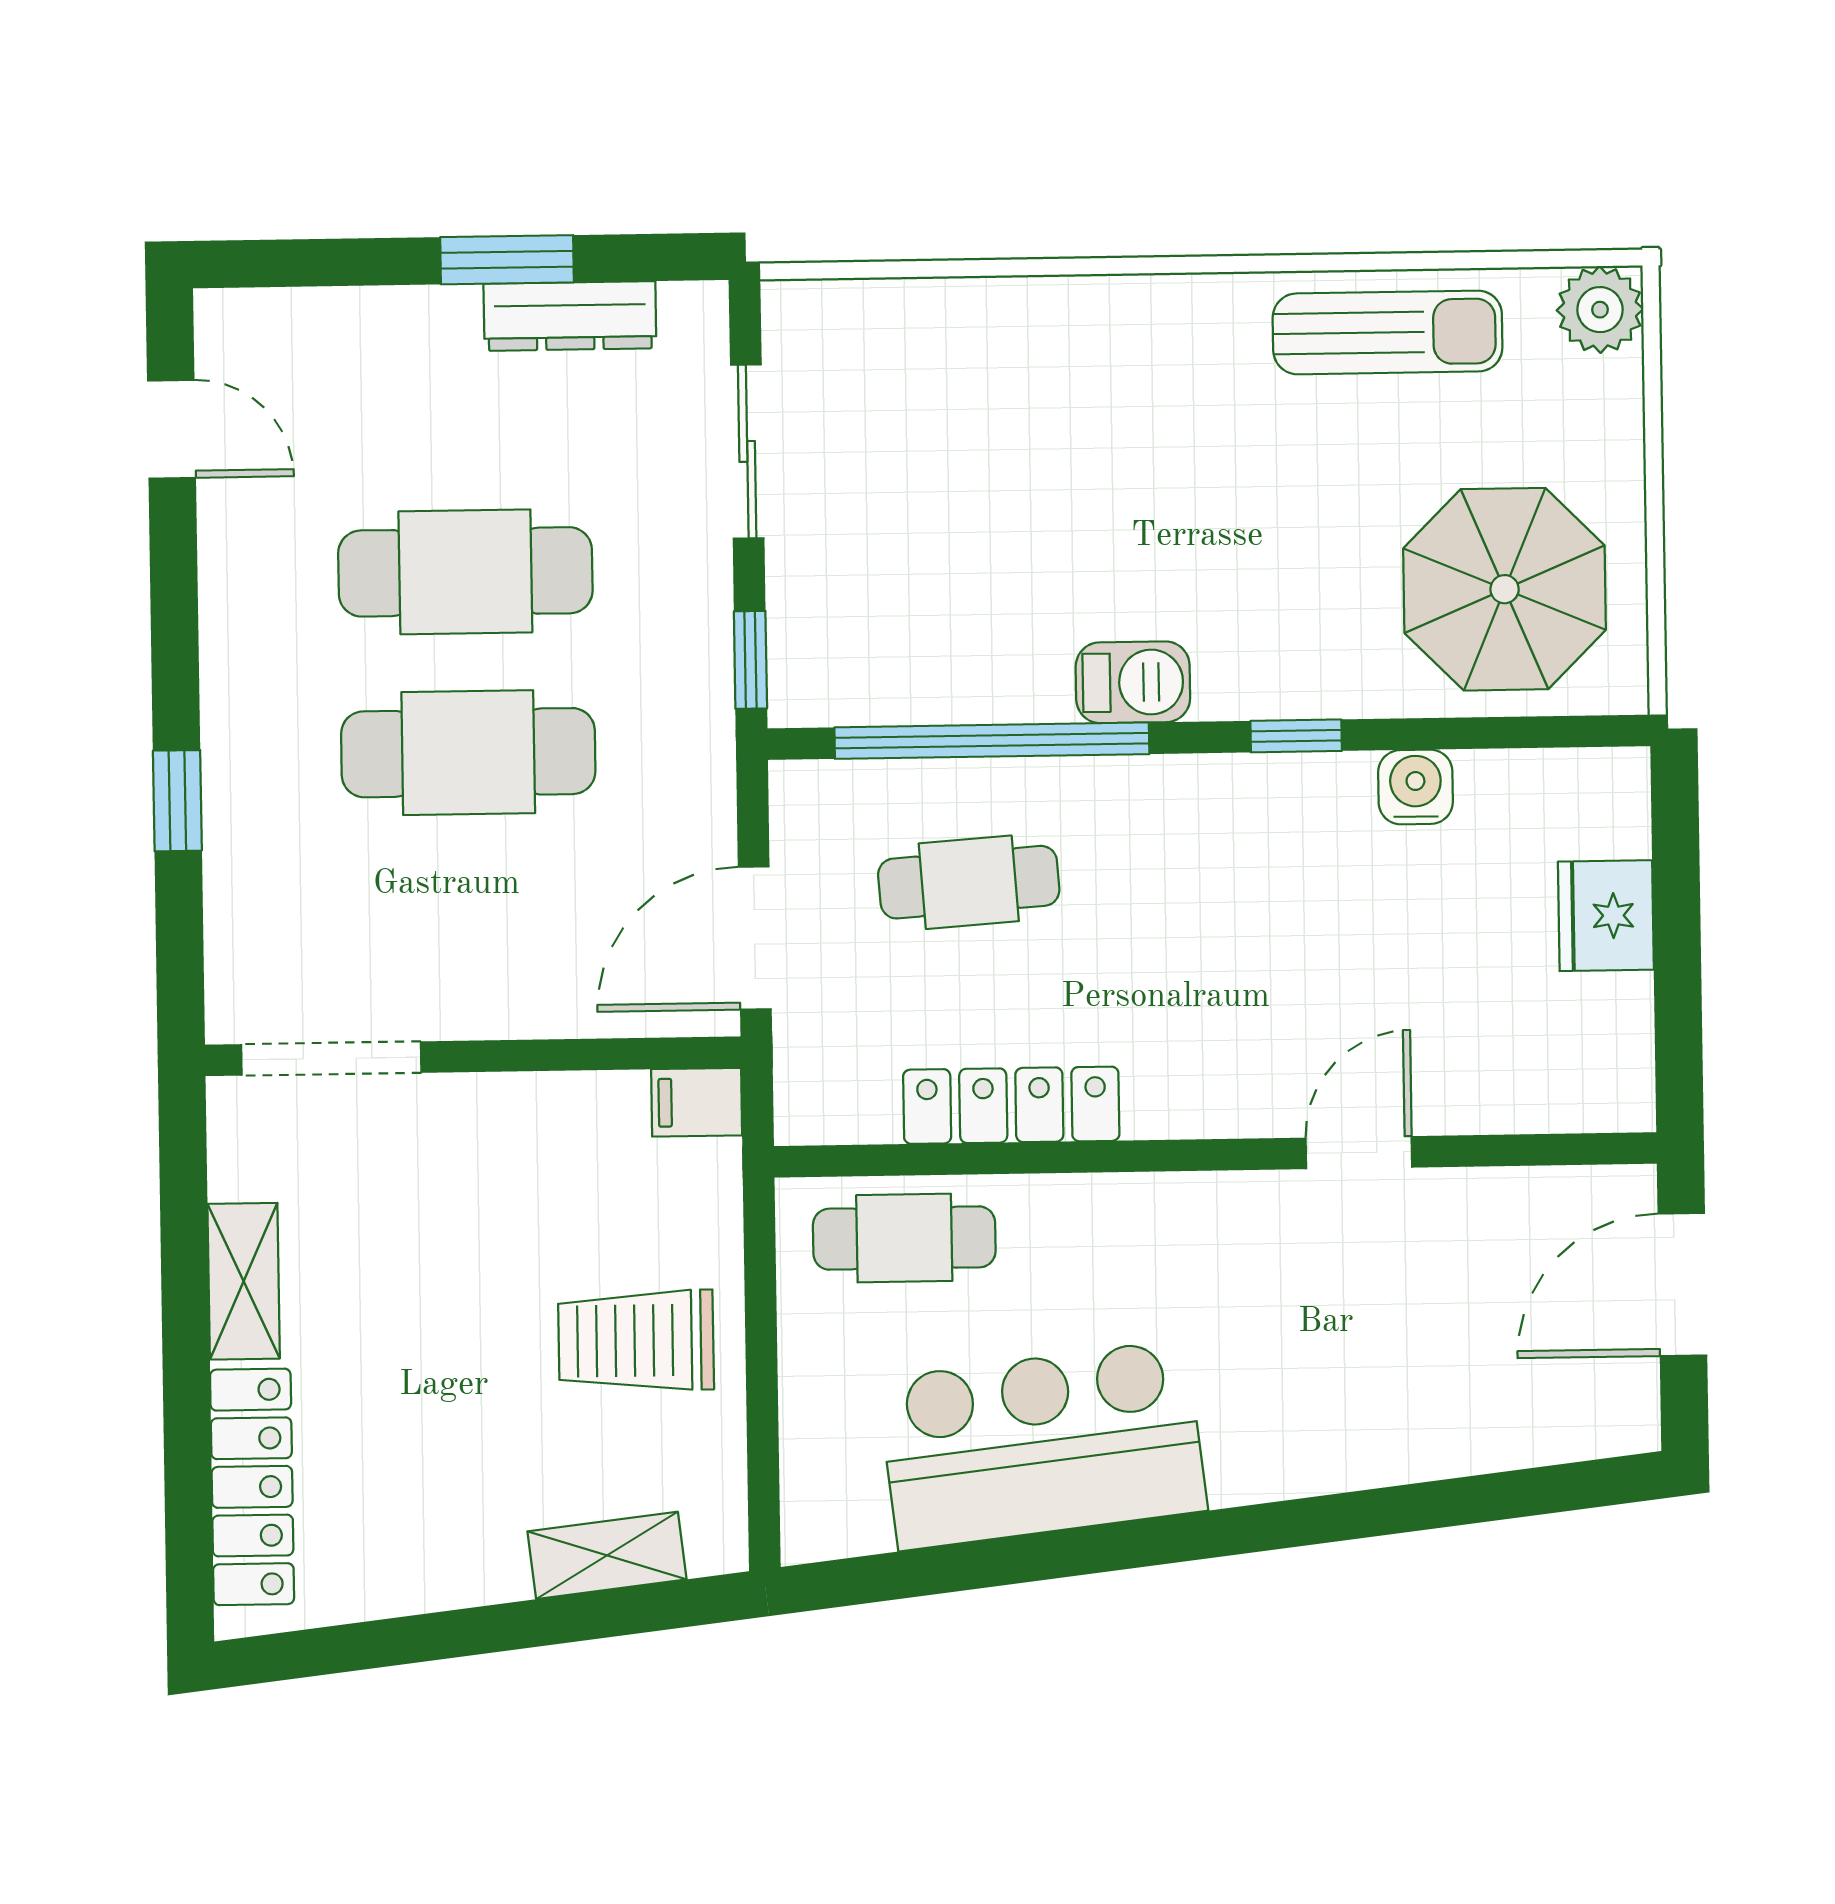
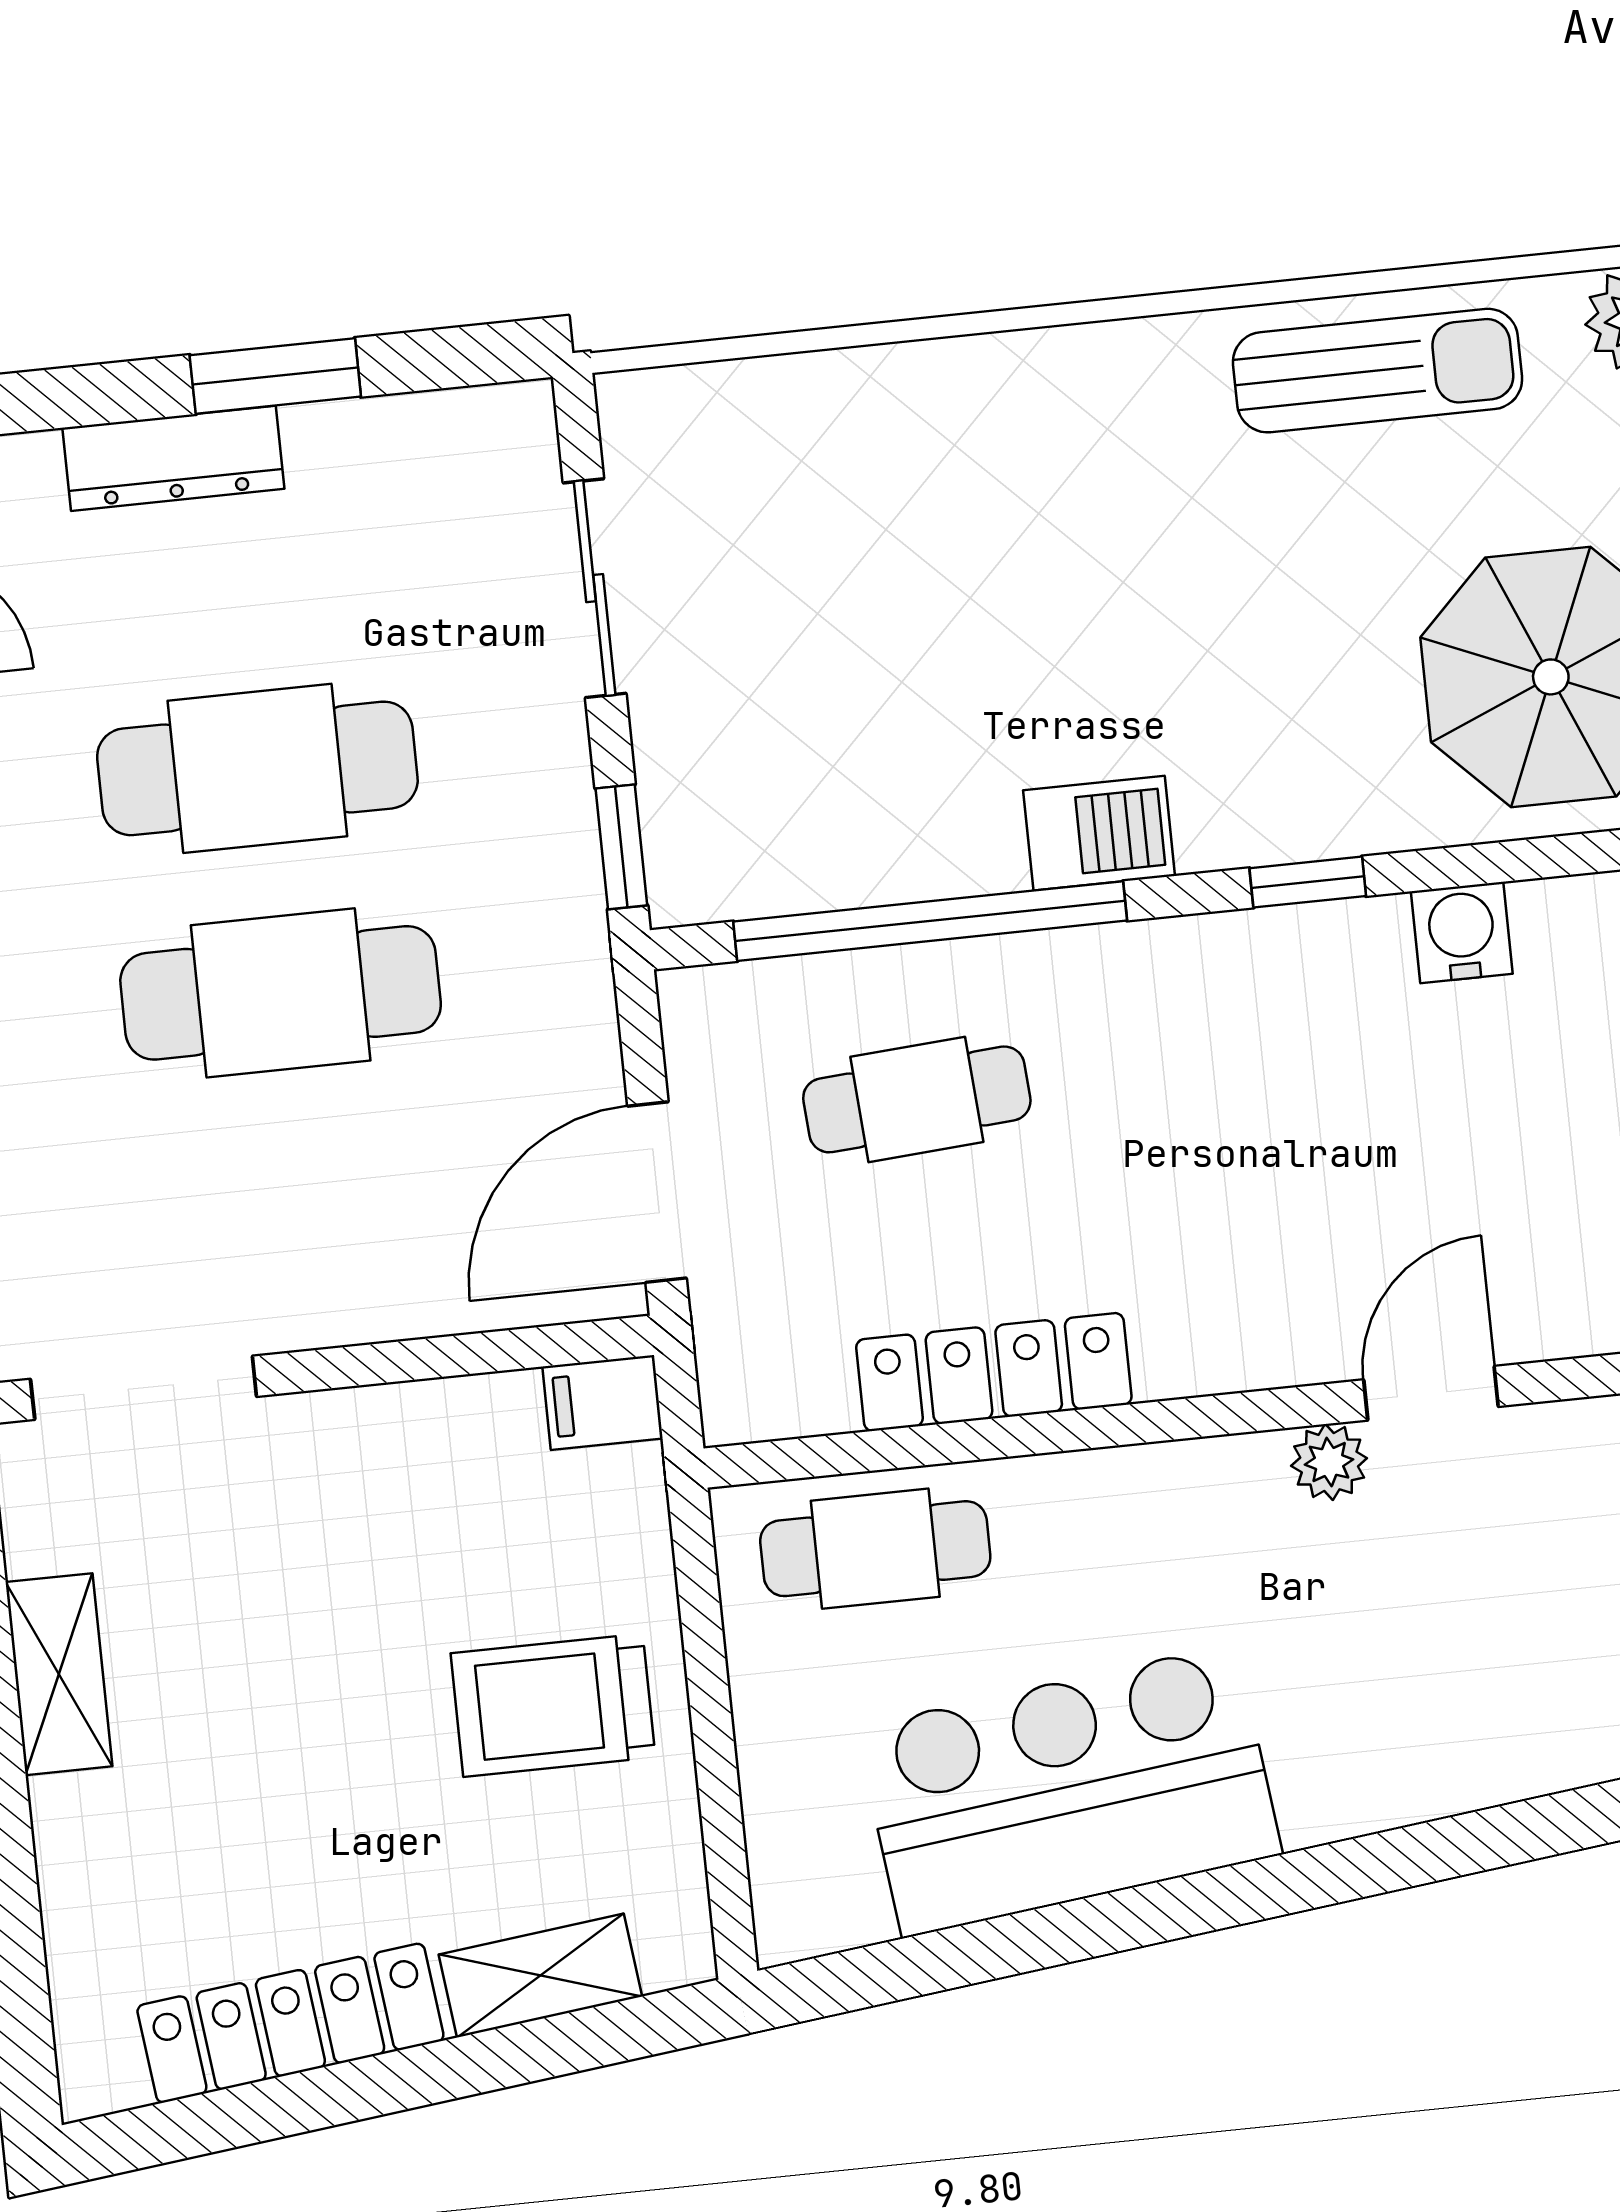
dresser: (570, 316) -> (173, 458), moved
plant: (1273, 1201) -> (1329, 1462), added
locker: (252, 1487) -> (290, 2023), moved, turned -97

